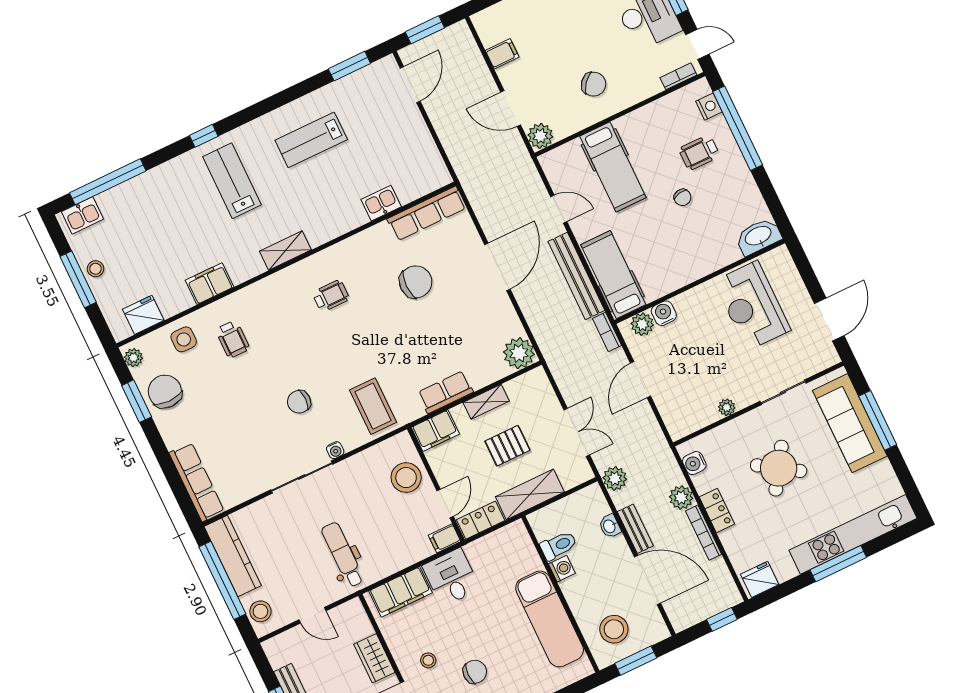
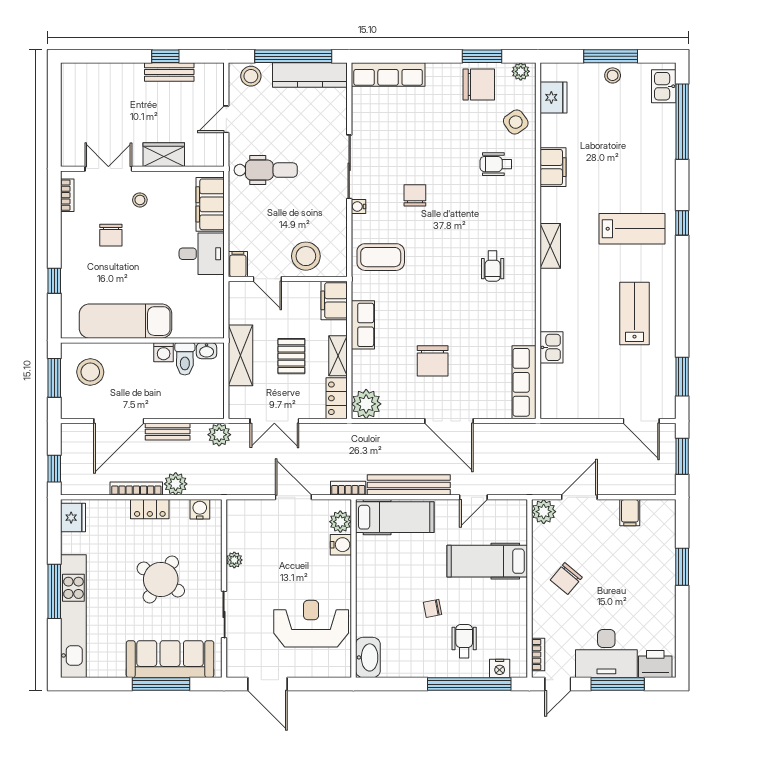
chair: (416, 282) -> (433, 361), moved
side table: (184, 339) -> (516, 122), turned -35
locker: (481, 520) -> (337, 398), moved, turned 180
washbasin: (610, 526) -> (207, 351), moved, turned 180

